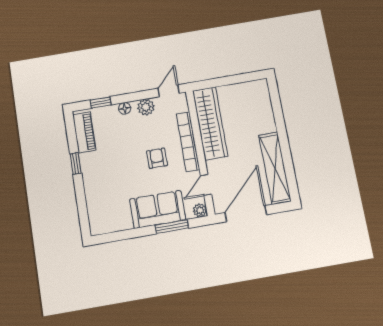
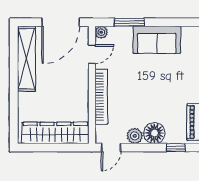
floor lamp: (125, 108) -> (154, 133), width x1.89, depth x1.89
wardrobe: (210, 123) -> (55, 133), moved, turned 90
armchair: (157, 158) -> (132, 86), removed
sofa: (158, 209) -> (157, 40), moved

